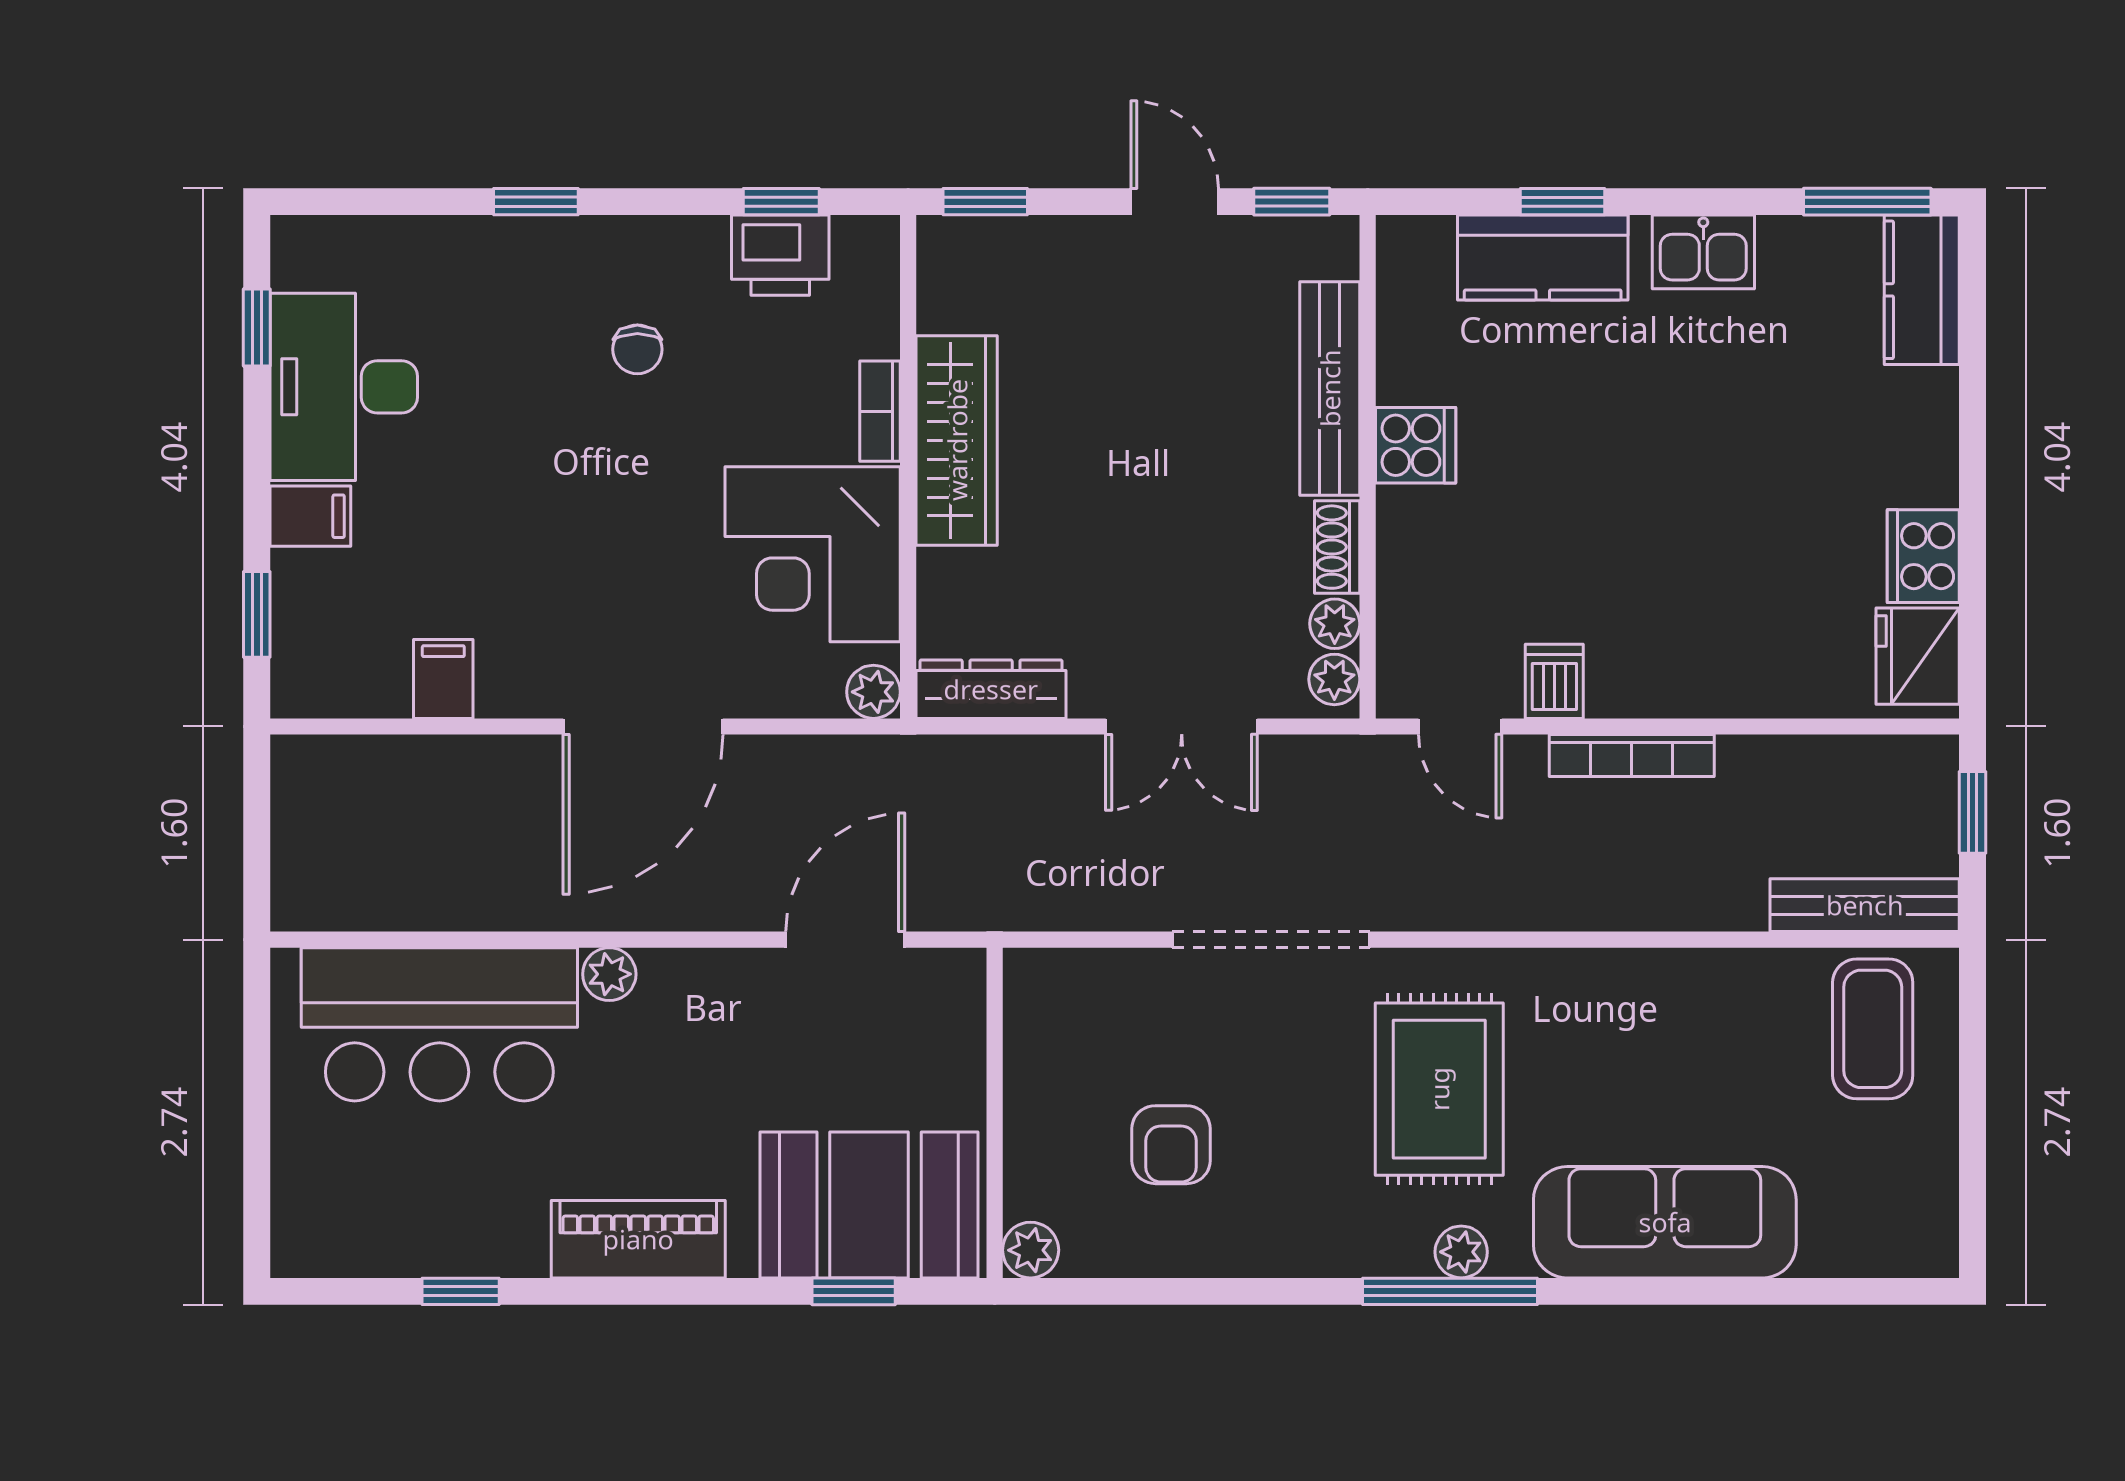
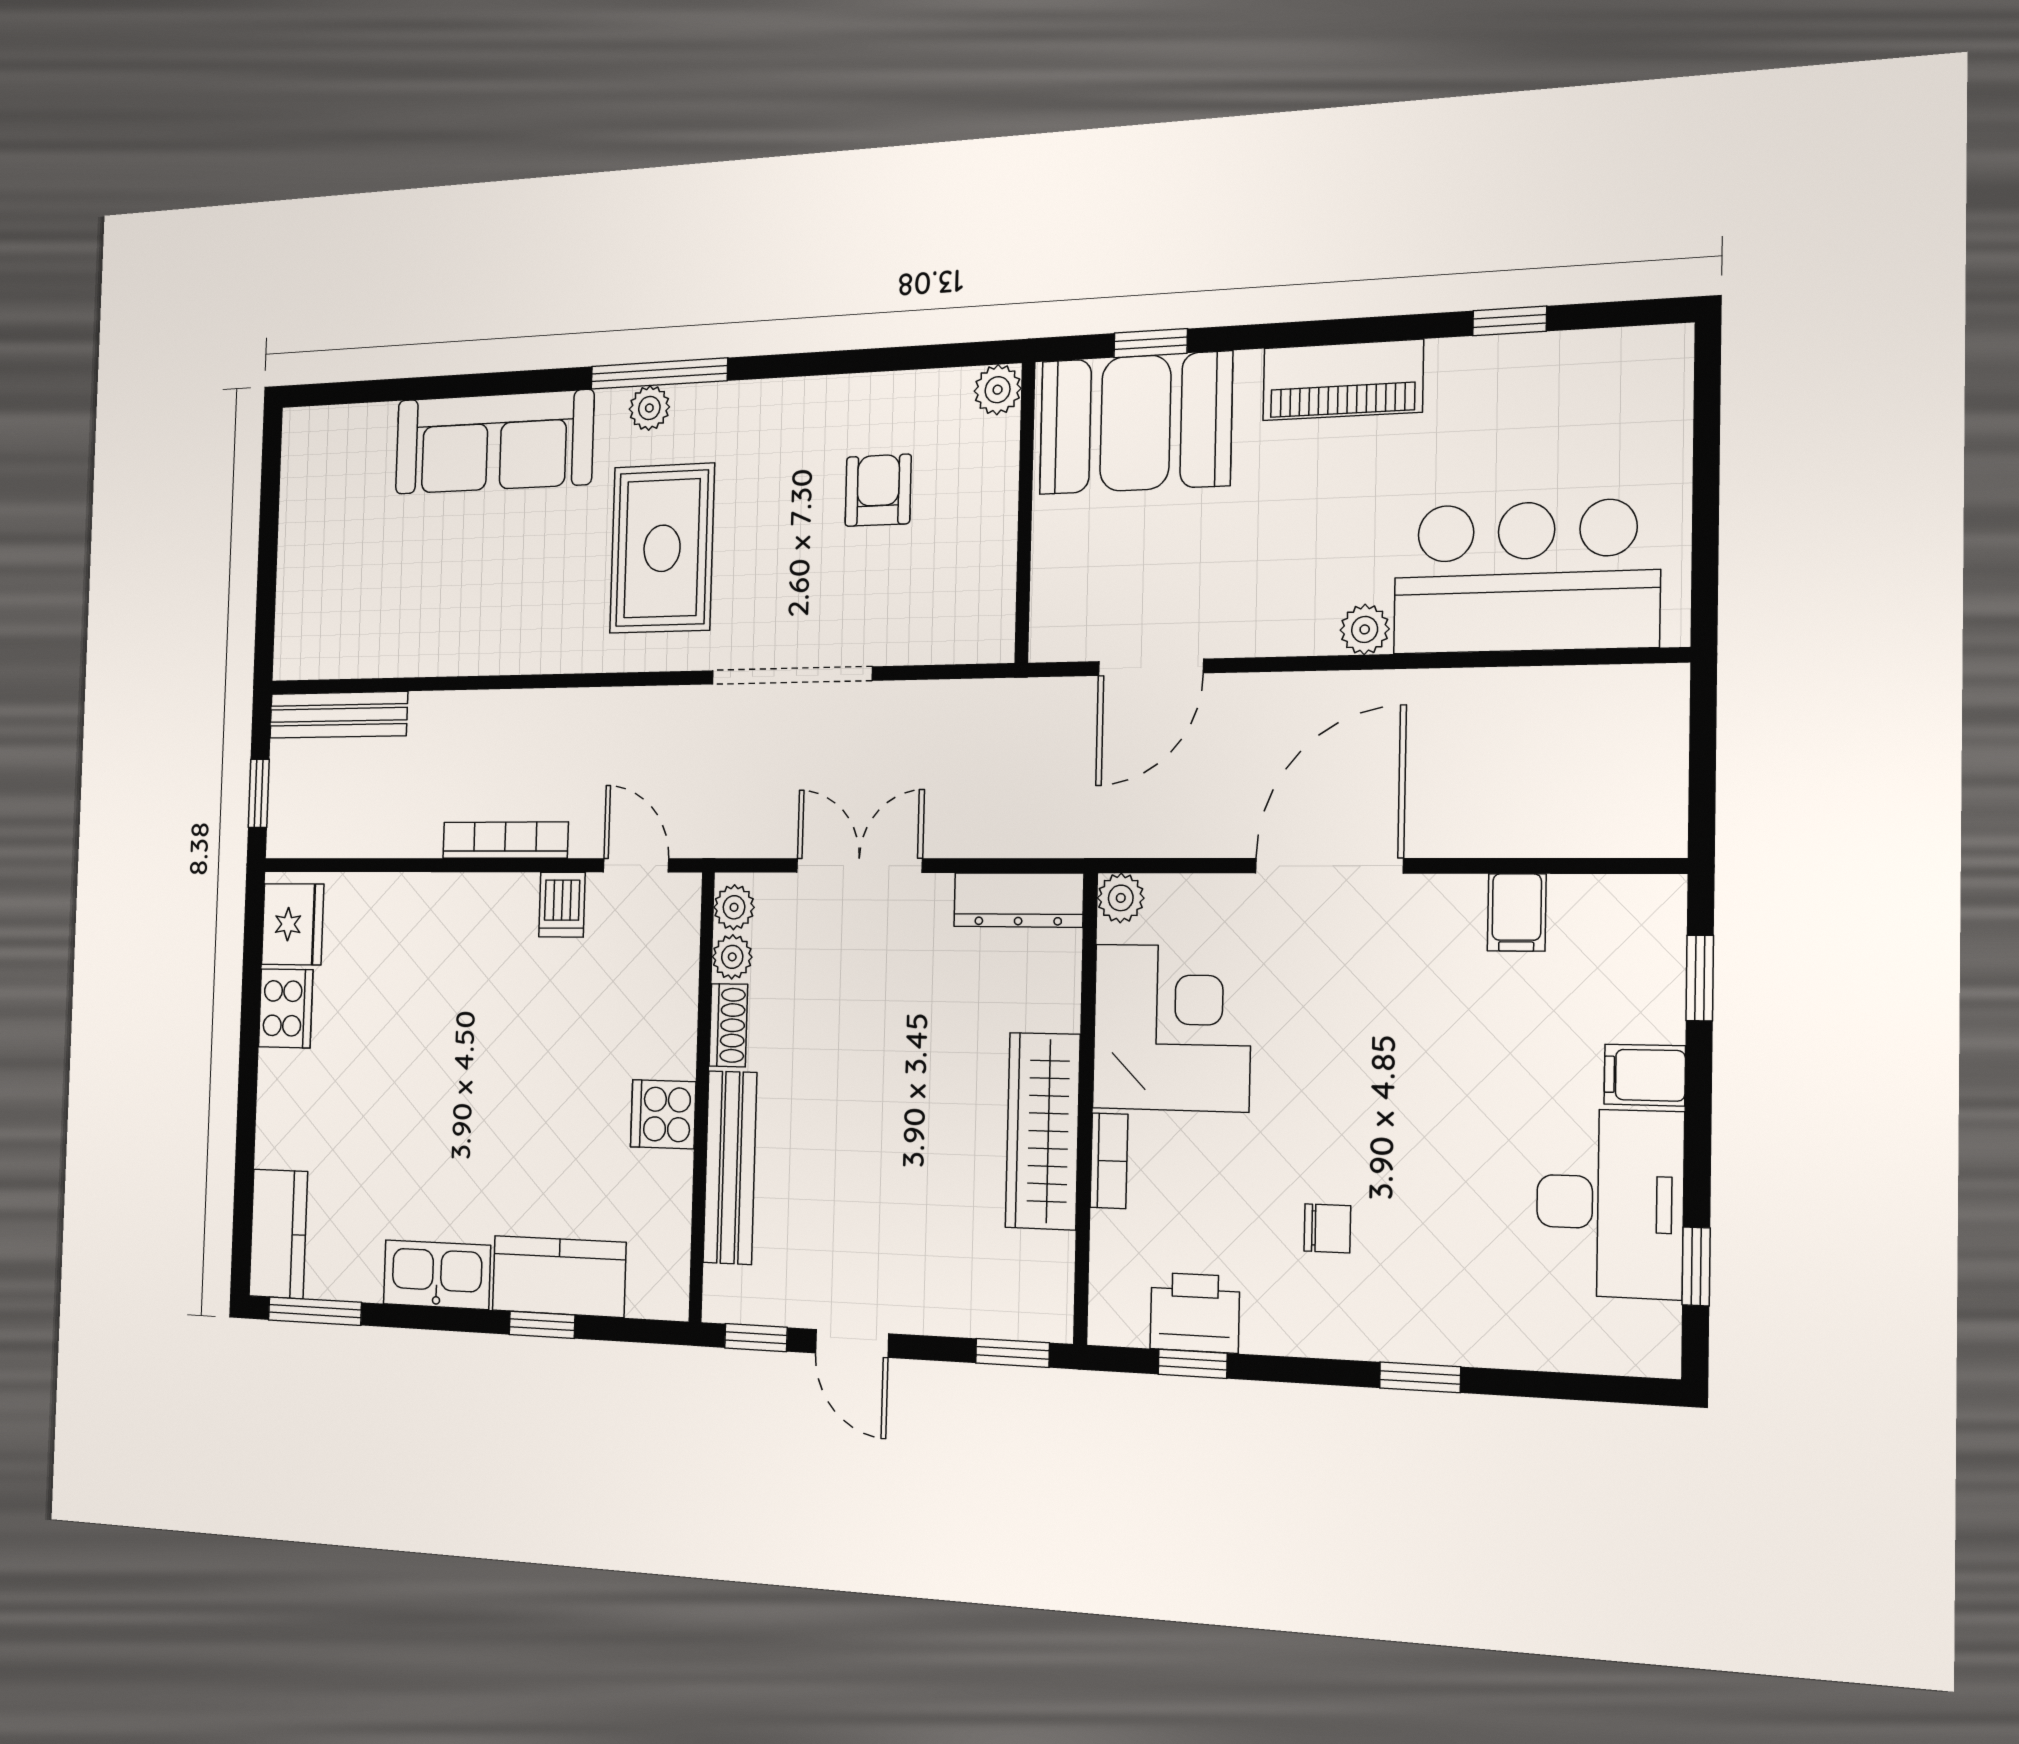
kitchen sink: (1703, 252) -> (437, 1275), width x1.38
chair: (637, 349) -> (1327, 1228), turned 90
coffee table: (1873, 1029) -> (336, 611), removed

